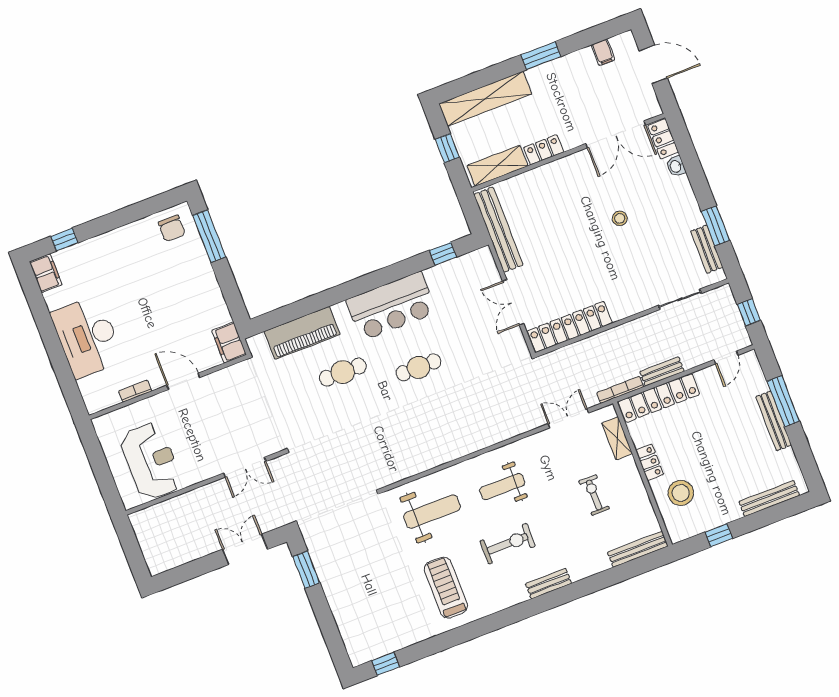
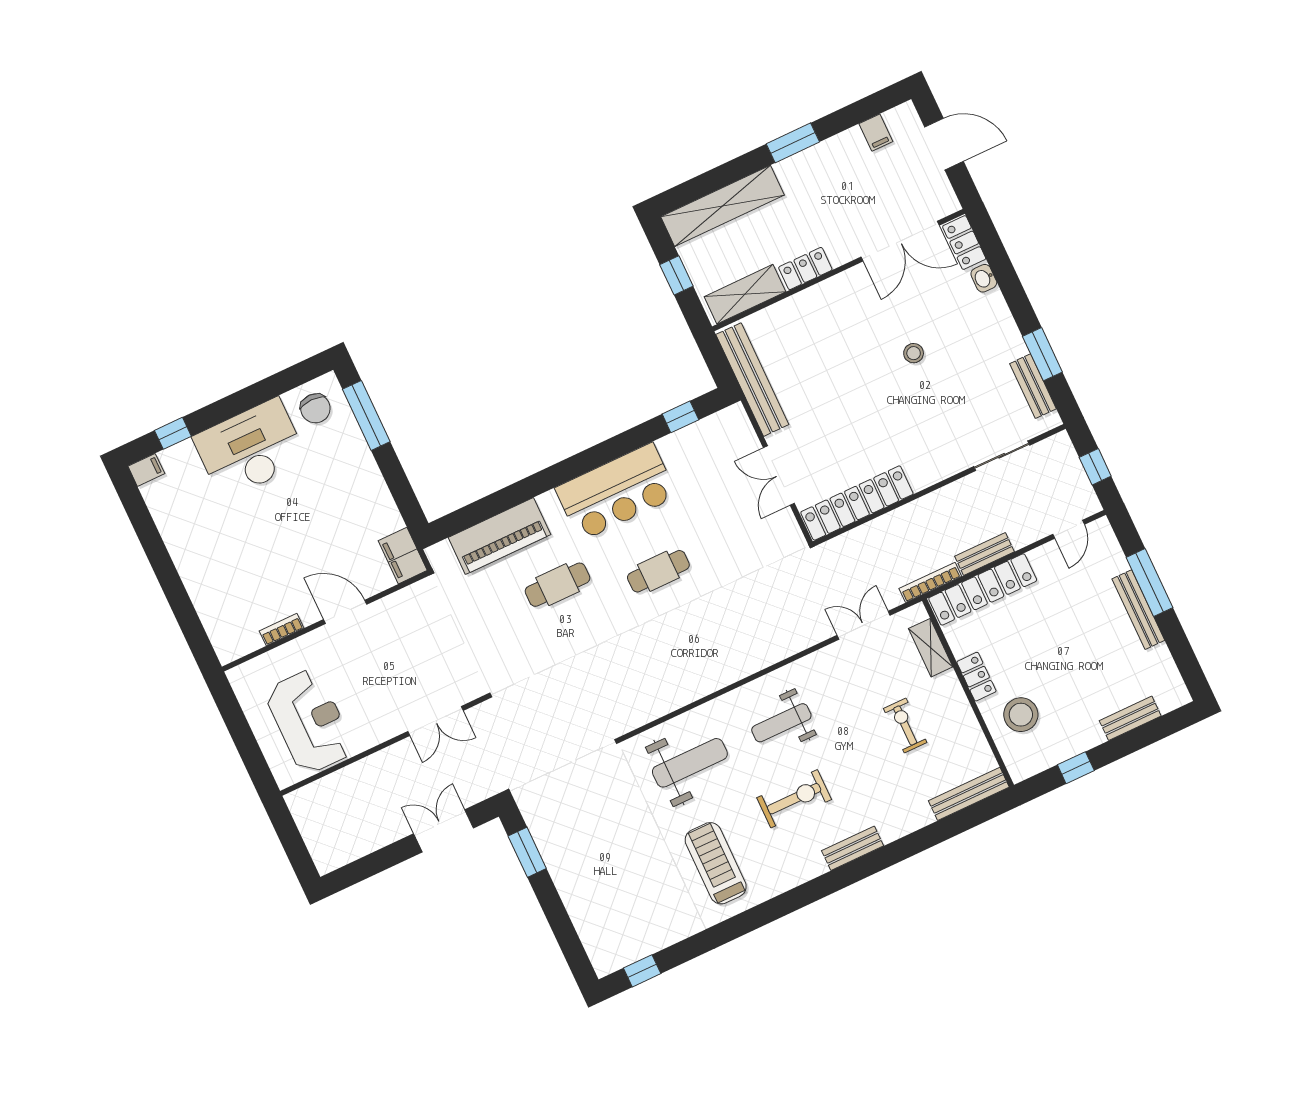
filing cabinet: (46, 273) -> (146, 470), width x0.50
desk: (87, 337) -> (250, 449), moved, turned 90
bench: (769, 499) -> (1130, 718), width x0.73

